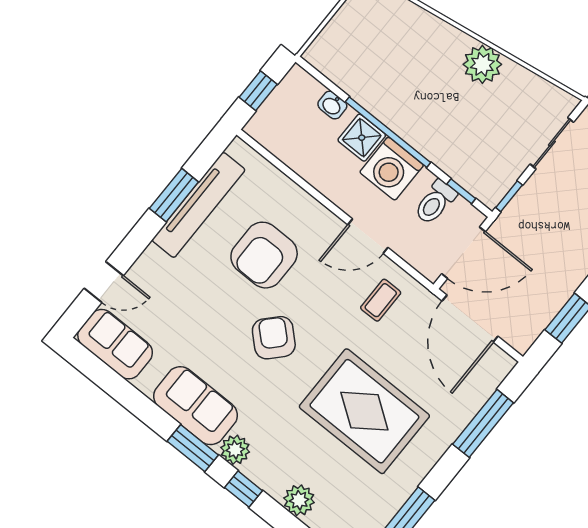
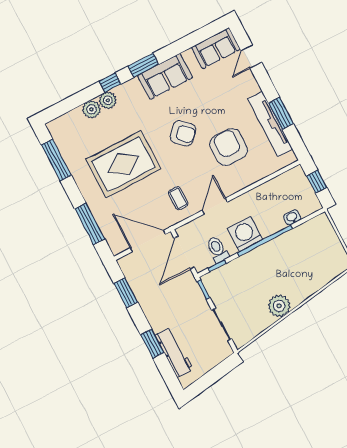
shower: (362, 138) -> (268, 225), removed
plant: (235, 450) -> (108, 100), moved

